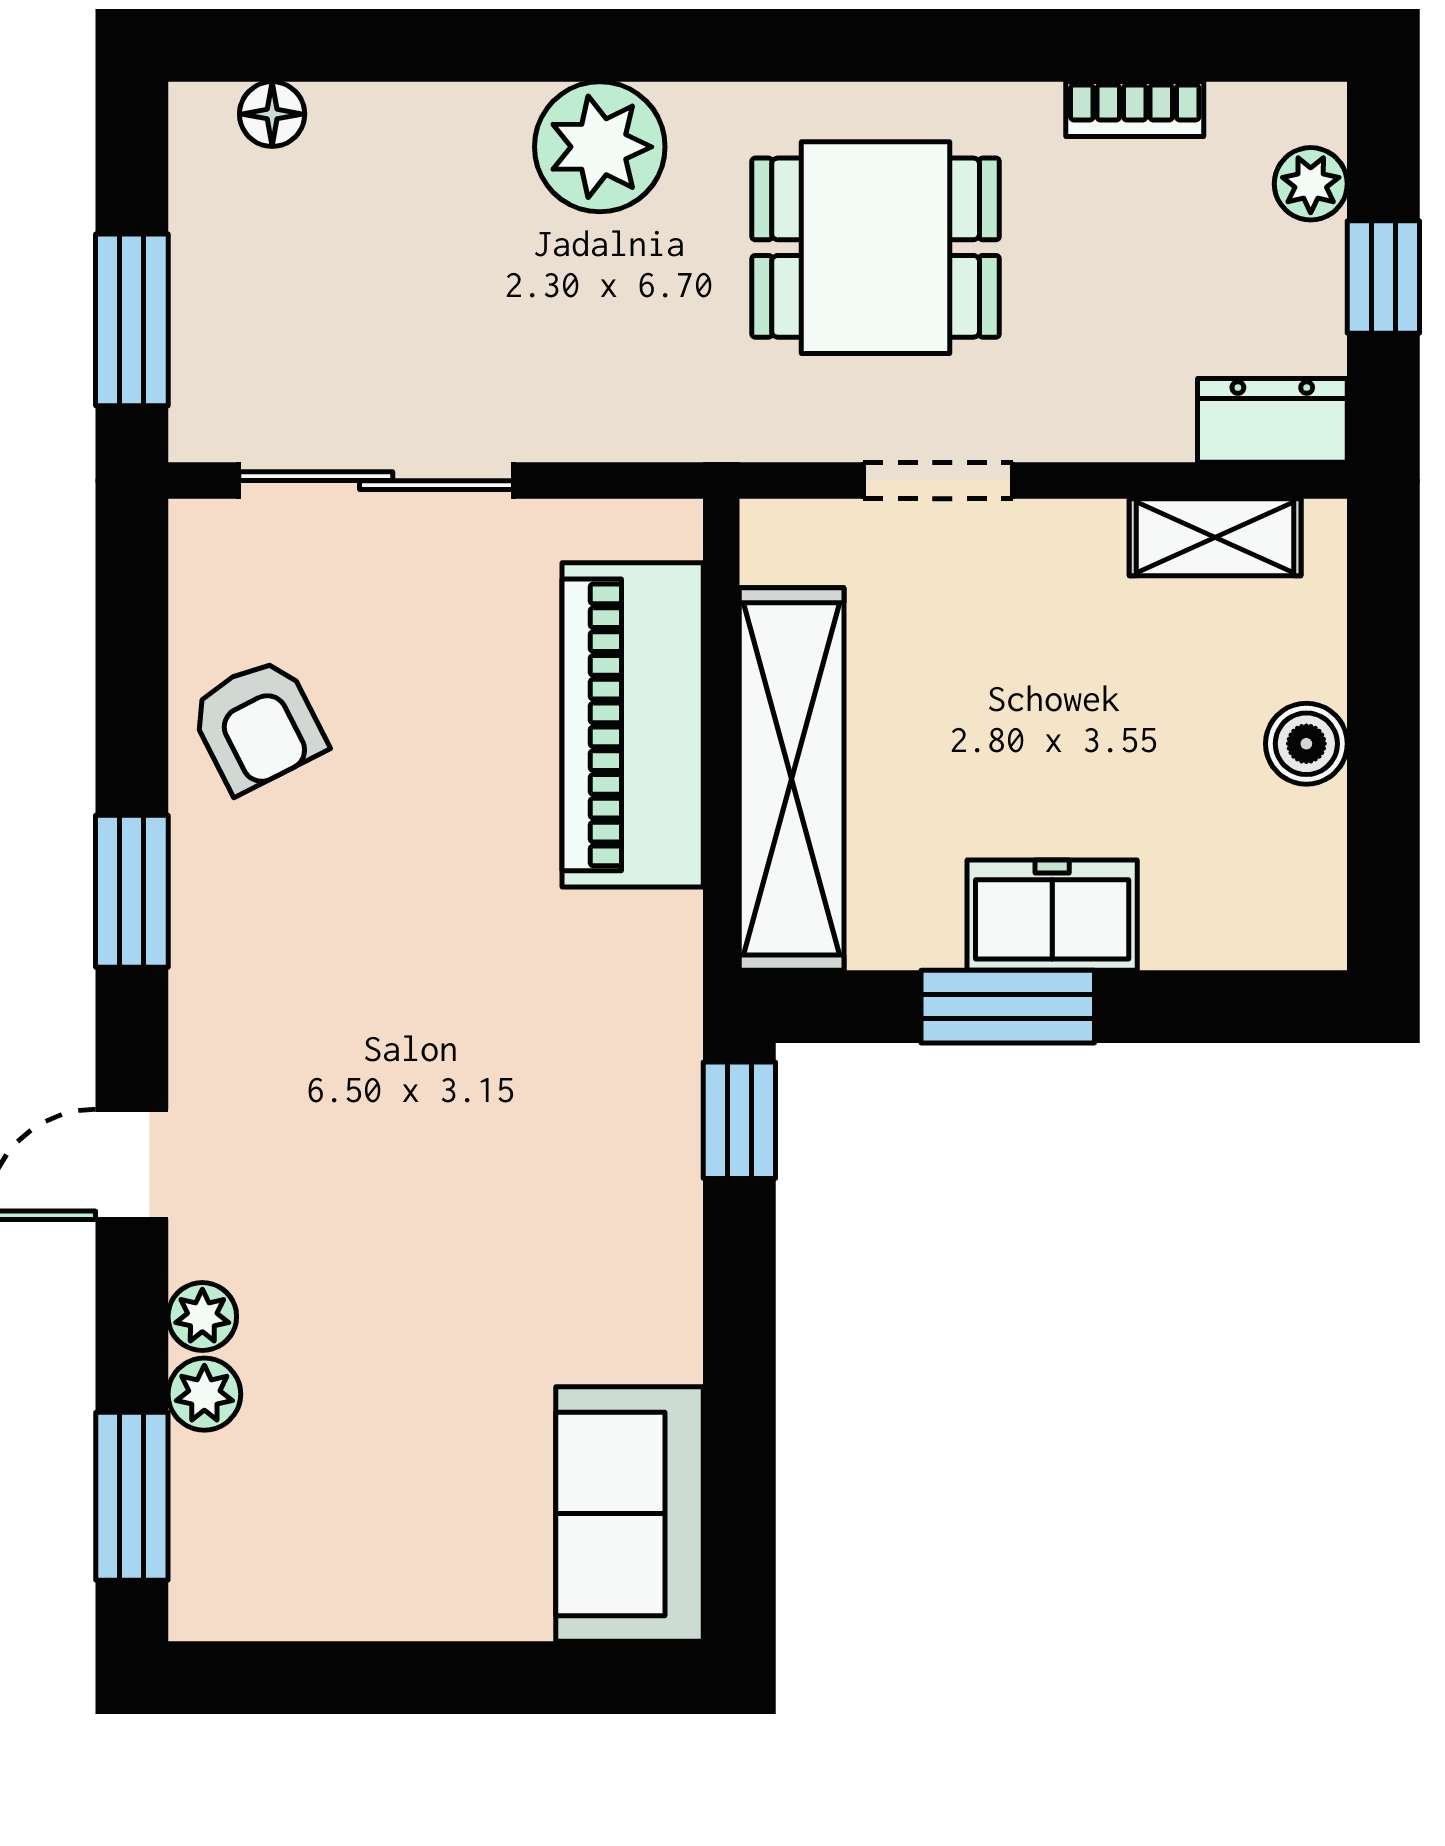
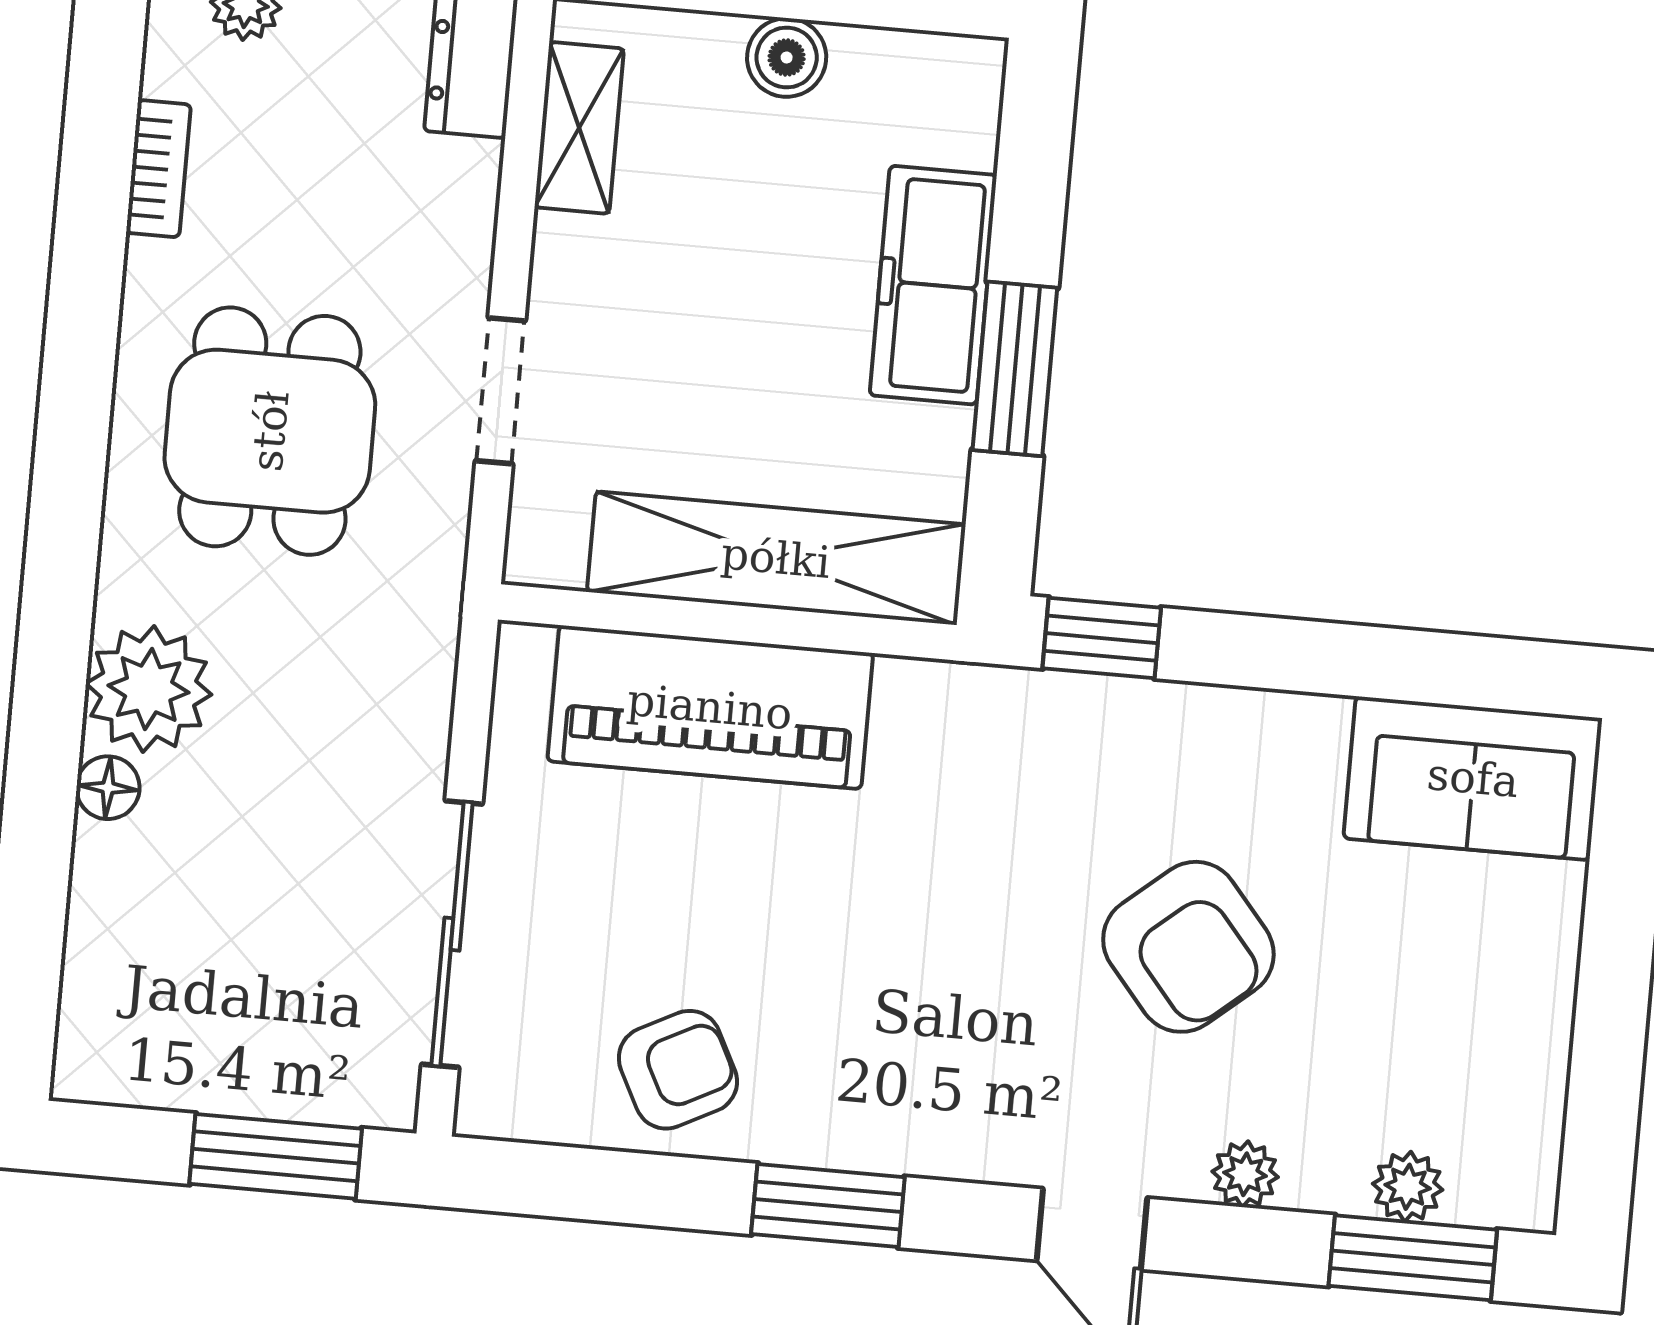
floor lamp: (272, 114) -> (108, 788), moved
freezer: (1052, 915) -> (933, 285), width x1.40
armchair: (430, 1238) -> (1188, 947), added
plant: (204, 1394) -> (1408, 1187), moved

